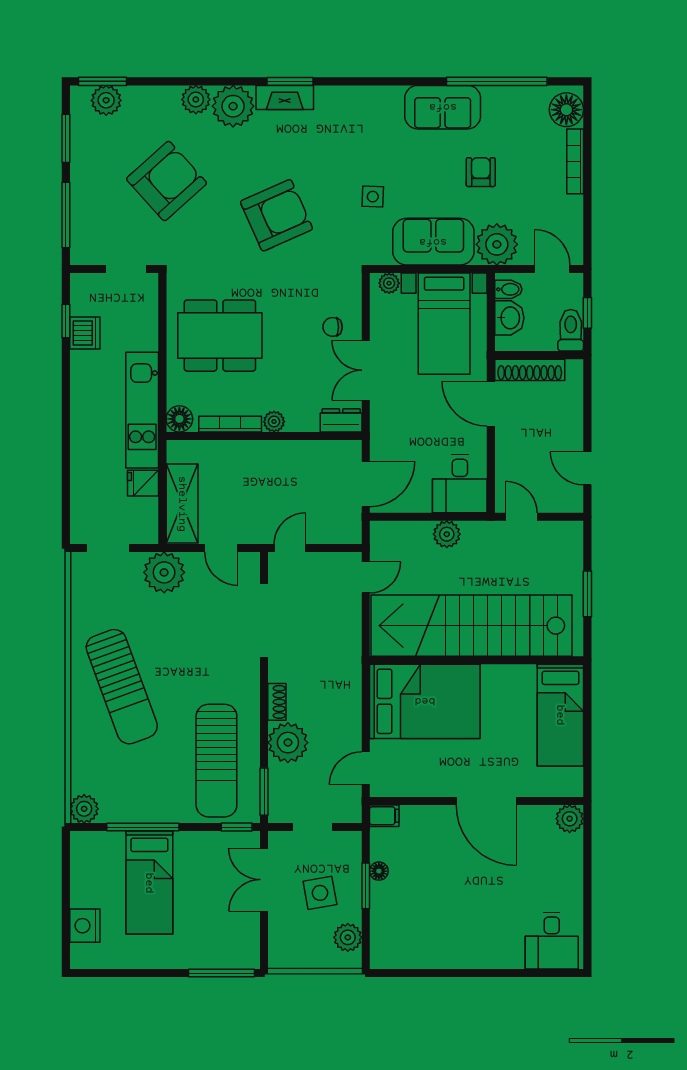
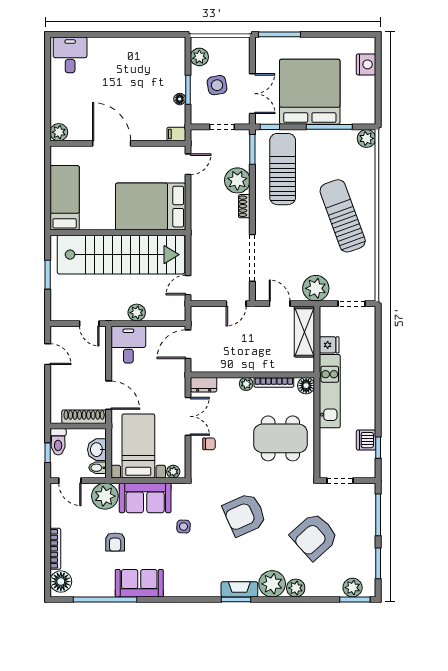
bed: (149, 883) -> (310, 92), width x2.04

